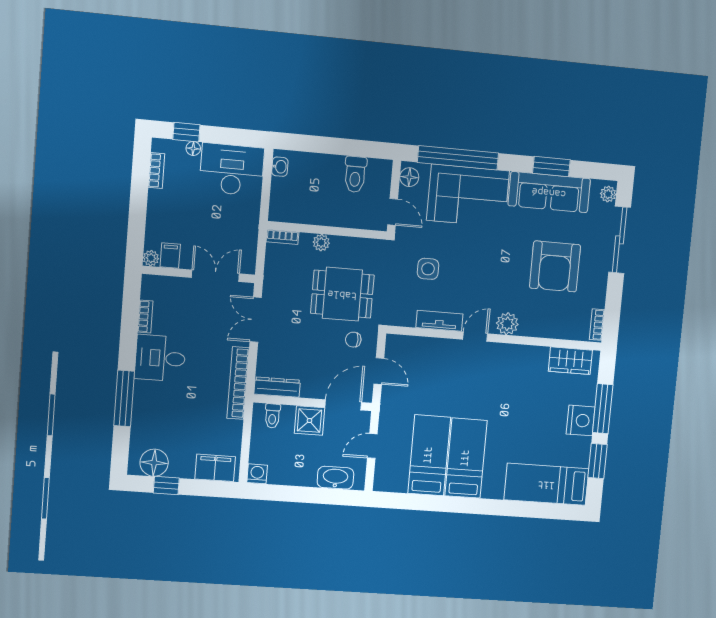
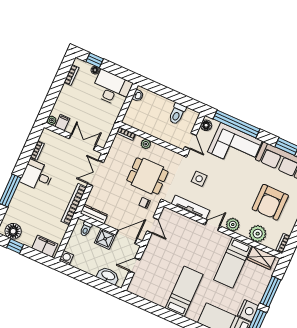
tv unit: (439, 321) -> (191, 207), width x1.41
plant: (552, 324) -> (258, 234), added
nightstand: (581, 420) -> (248, 311), moved
bed: (429, 455) -> (233, 263), moved, turned 180

